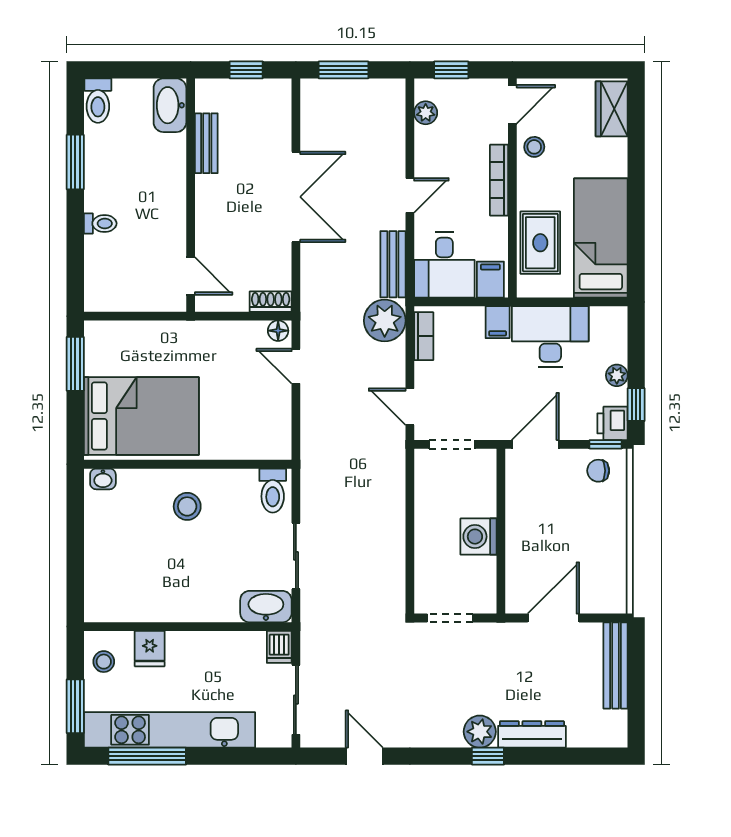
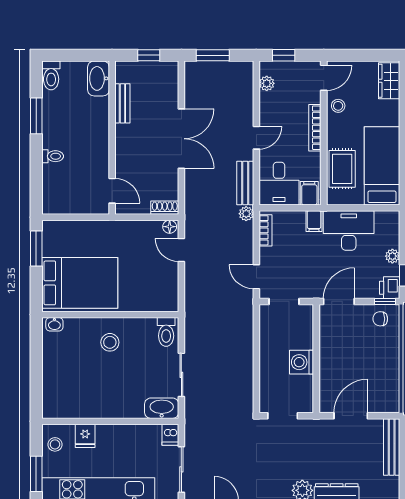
plant: (385, 321) -> (246, 214), width x0.53, depth x0.53

